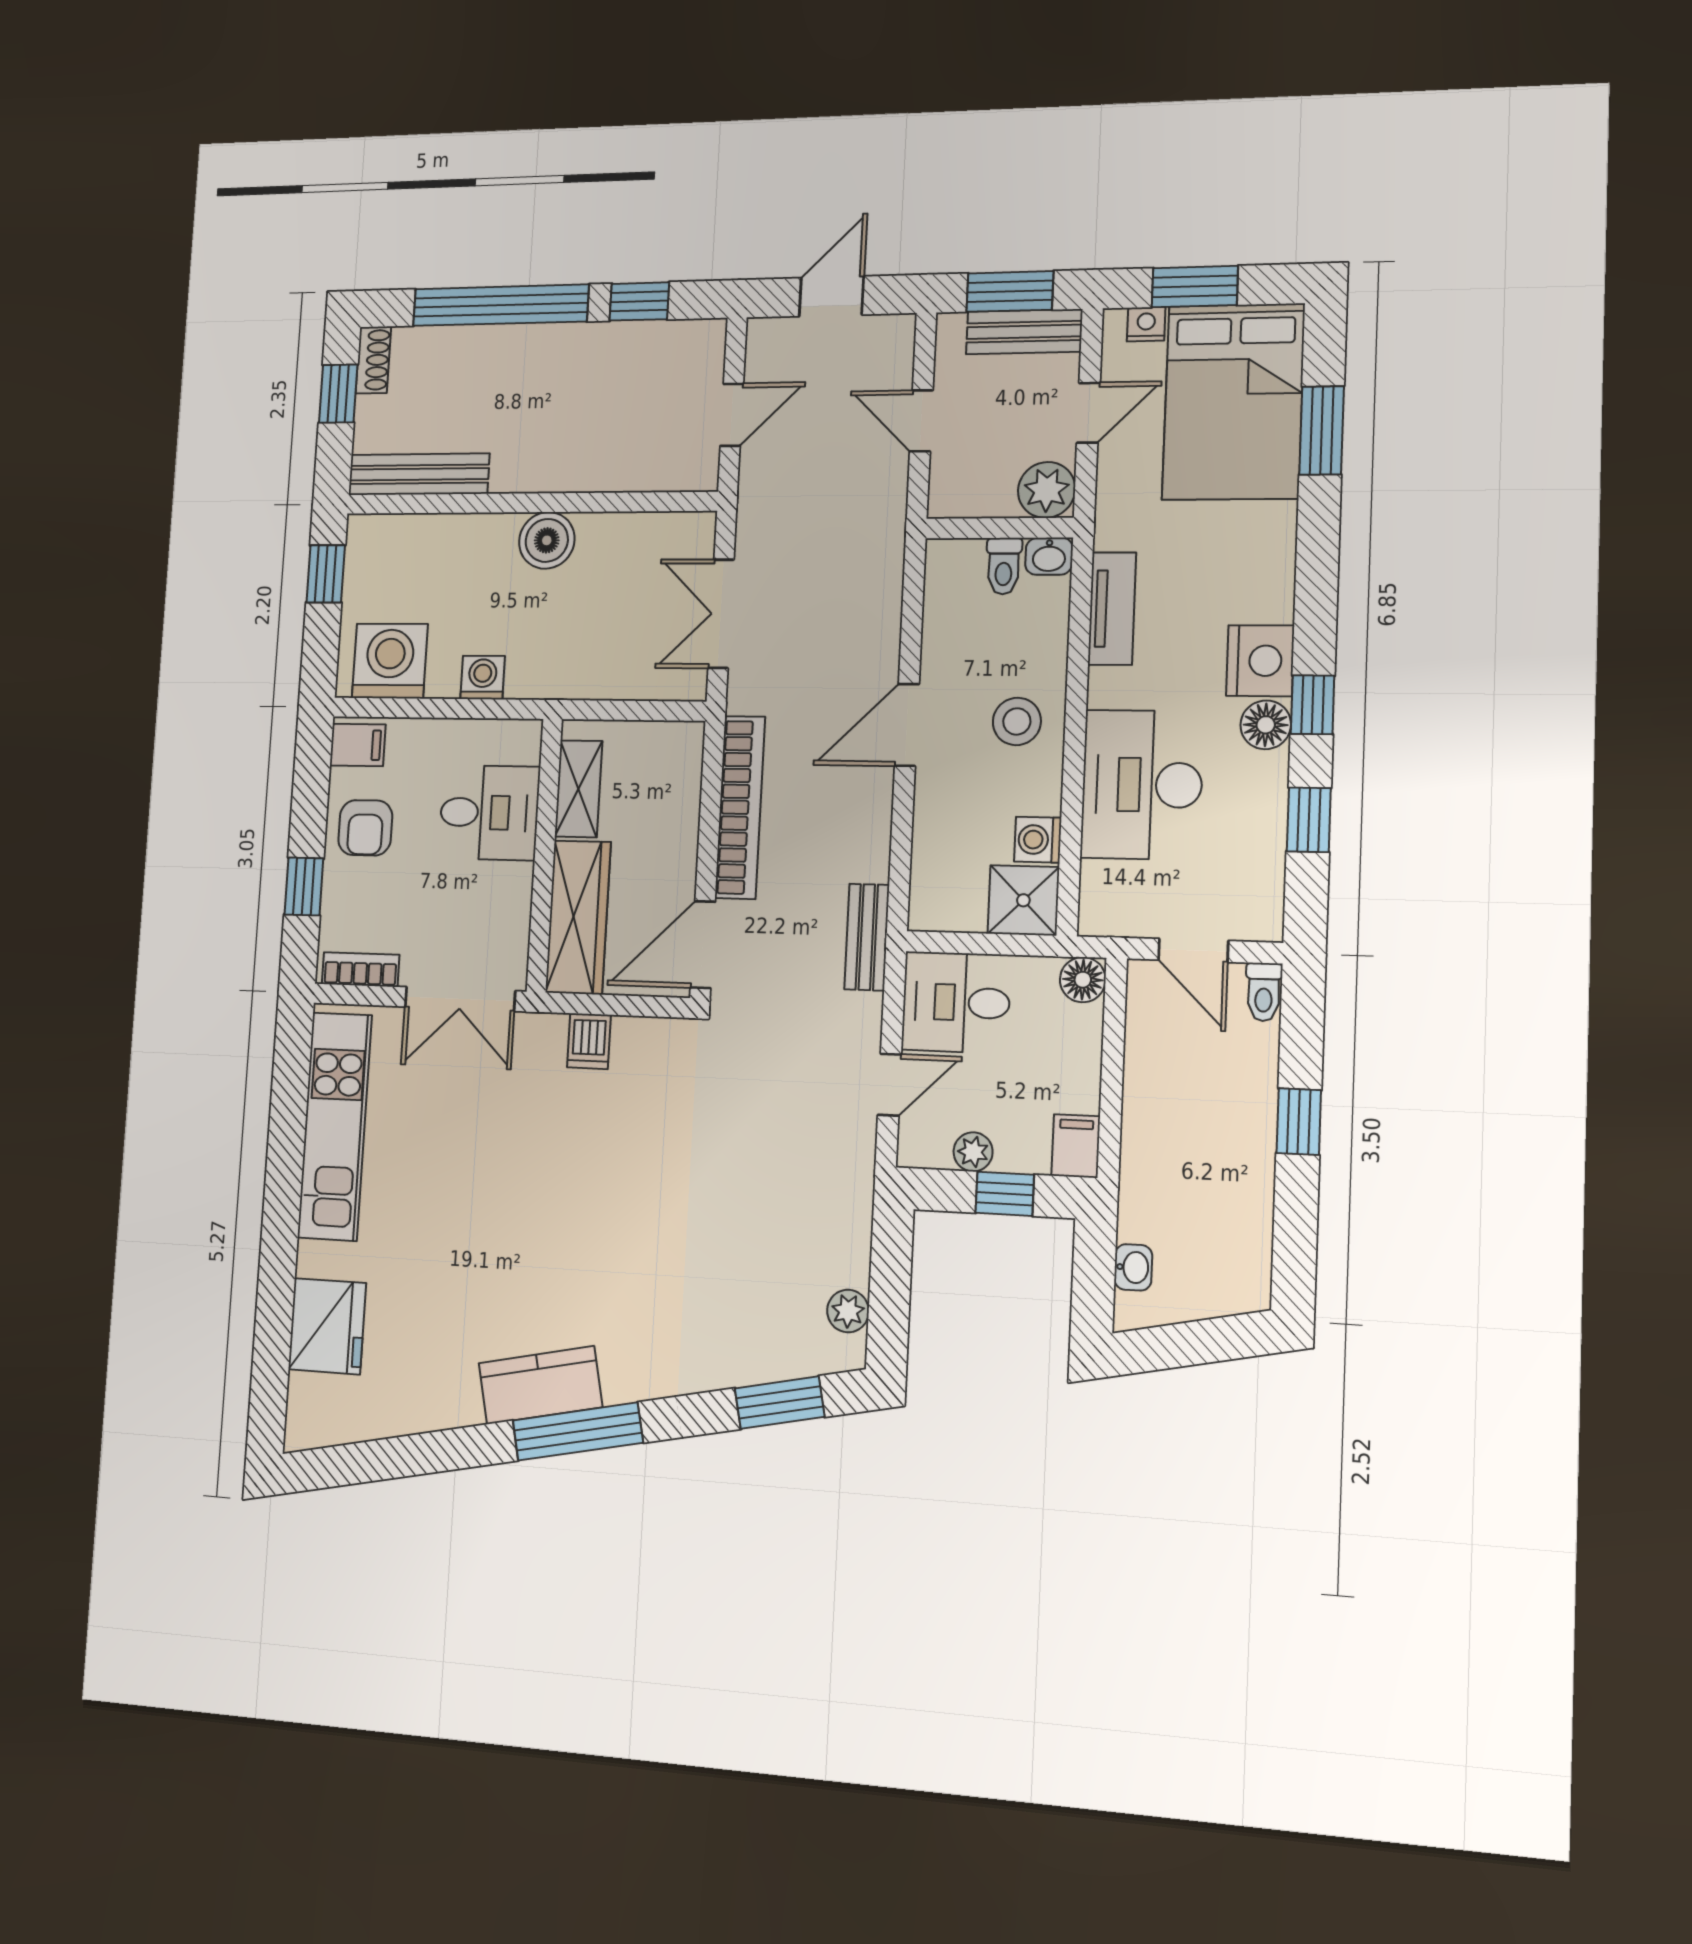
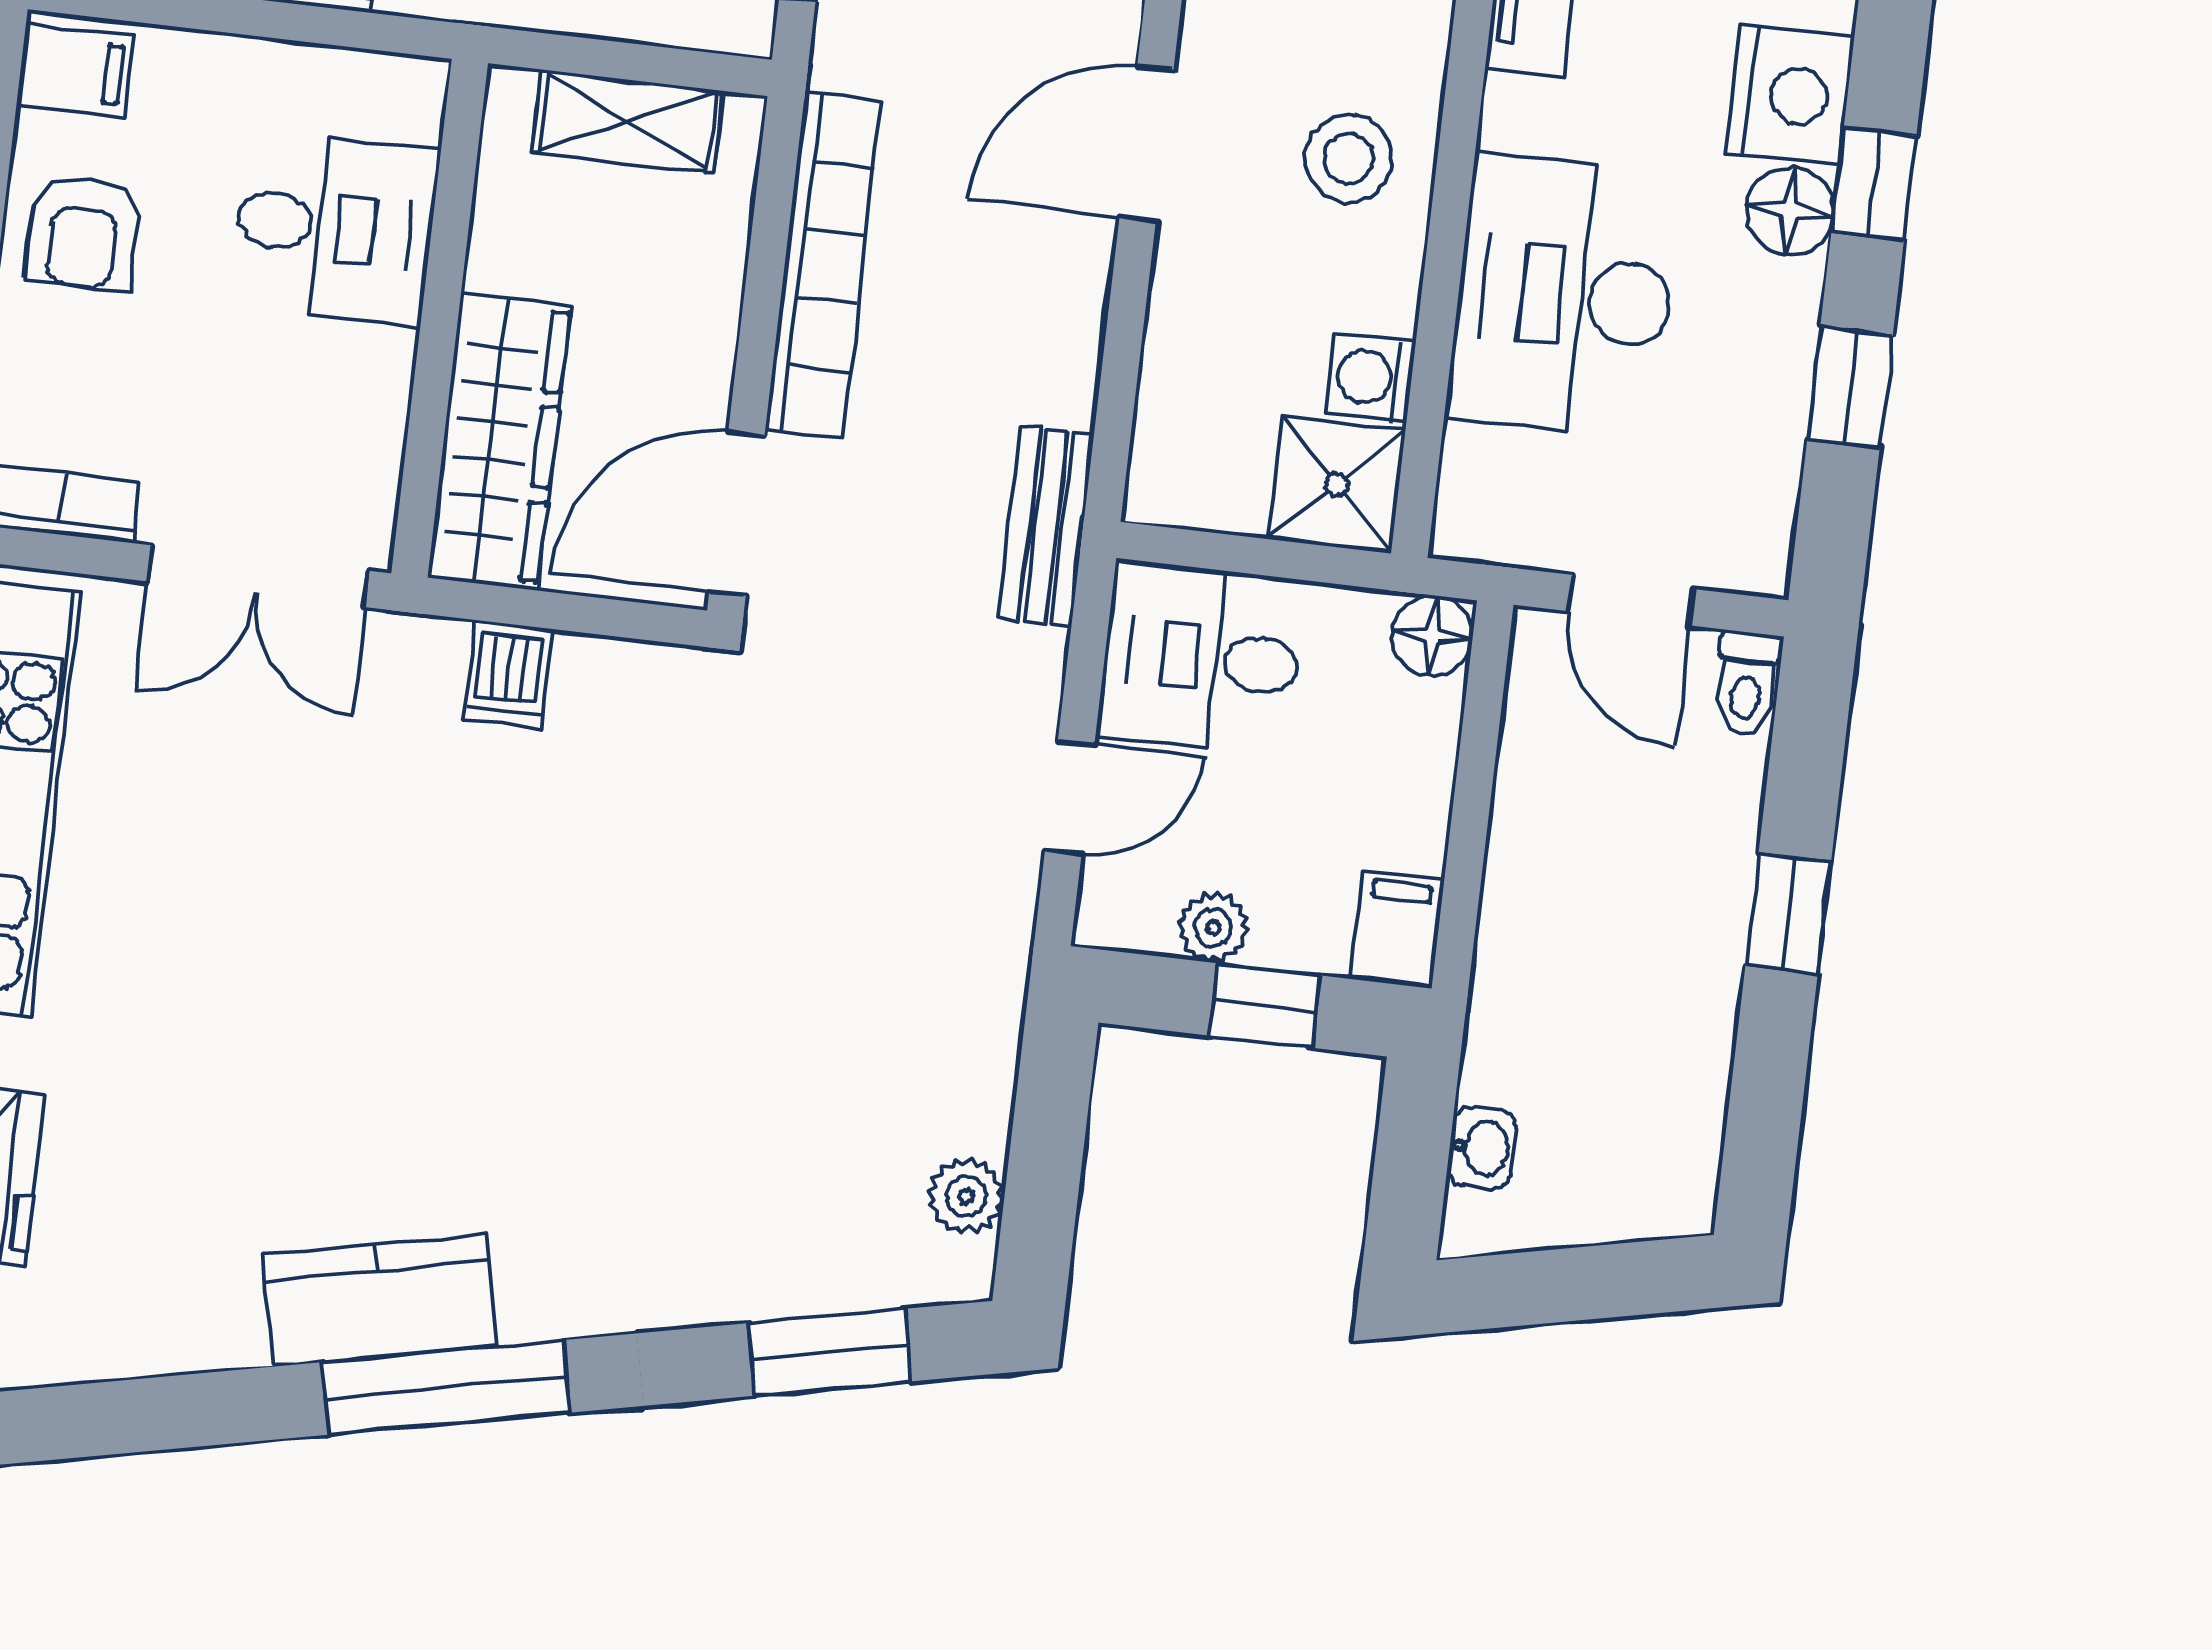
shelving: (578, 789) -> (628, 121), moved, turned 90

